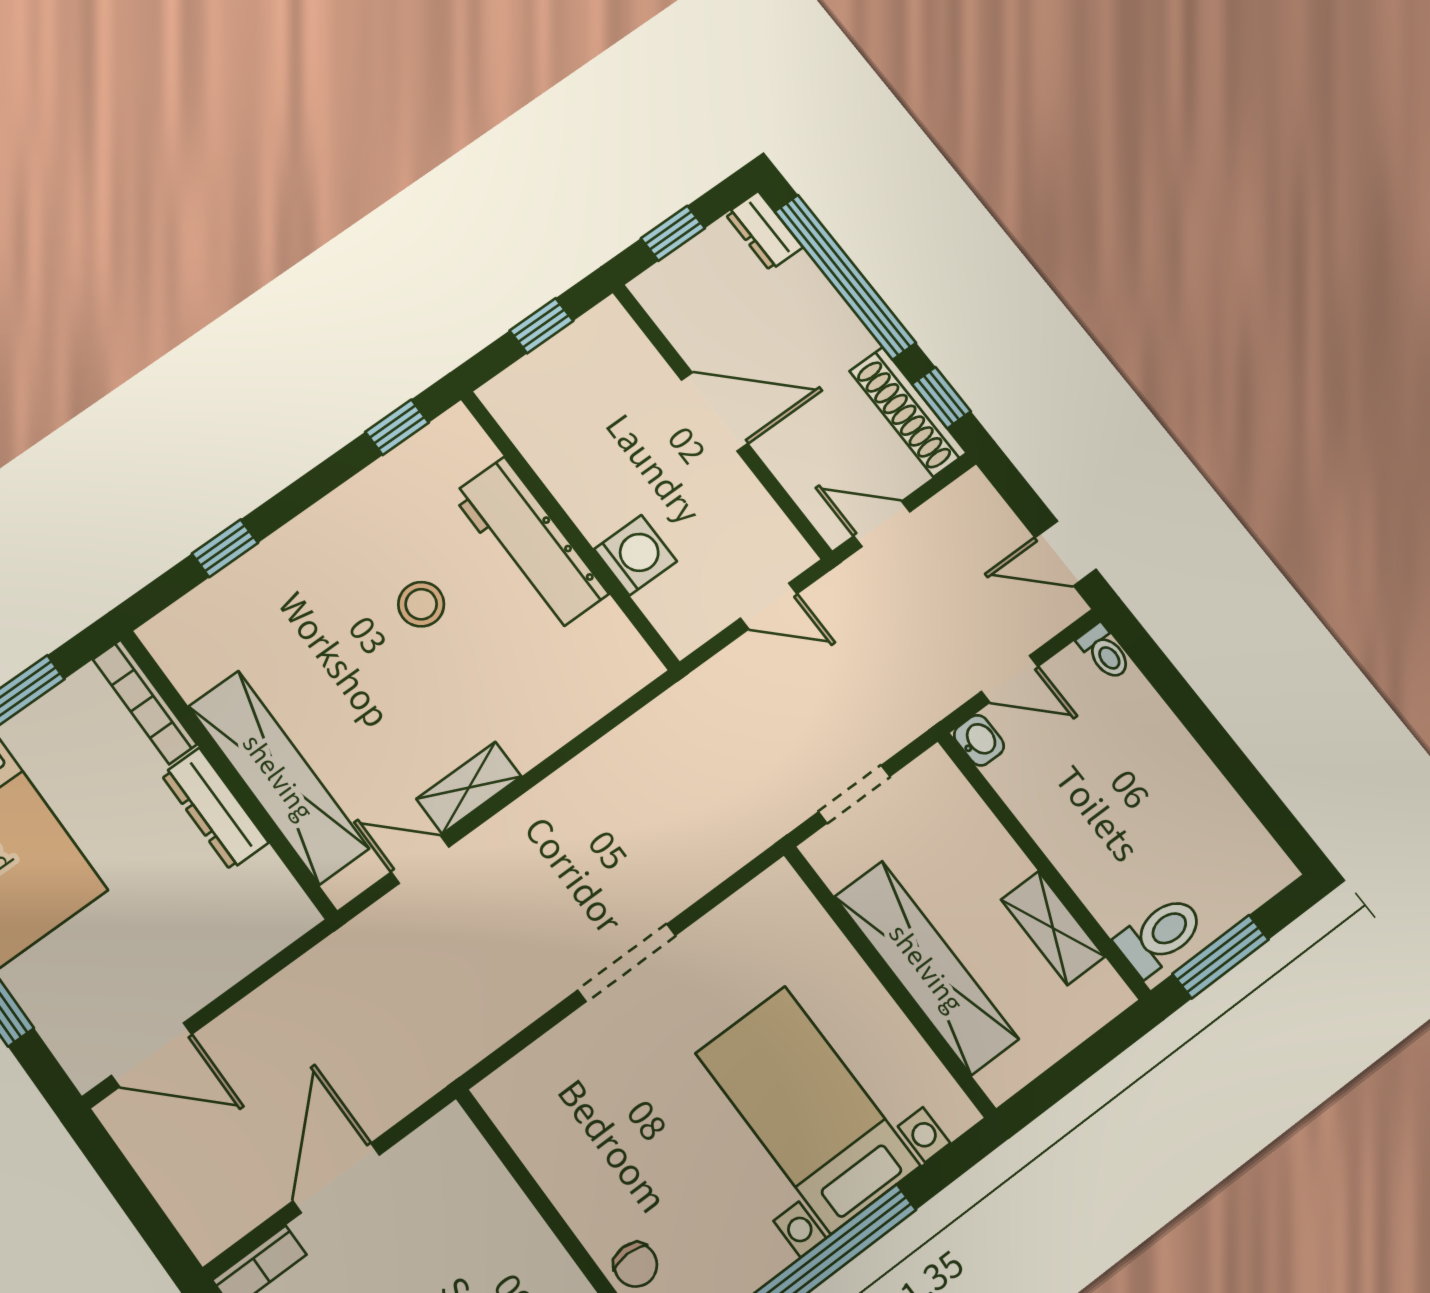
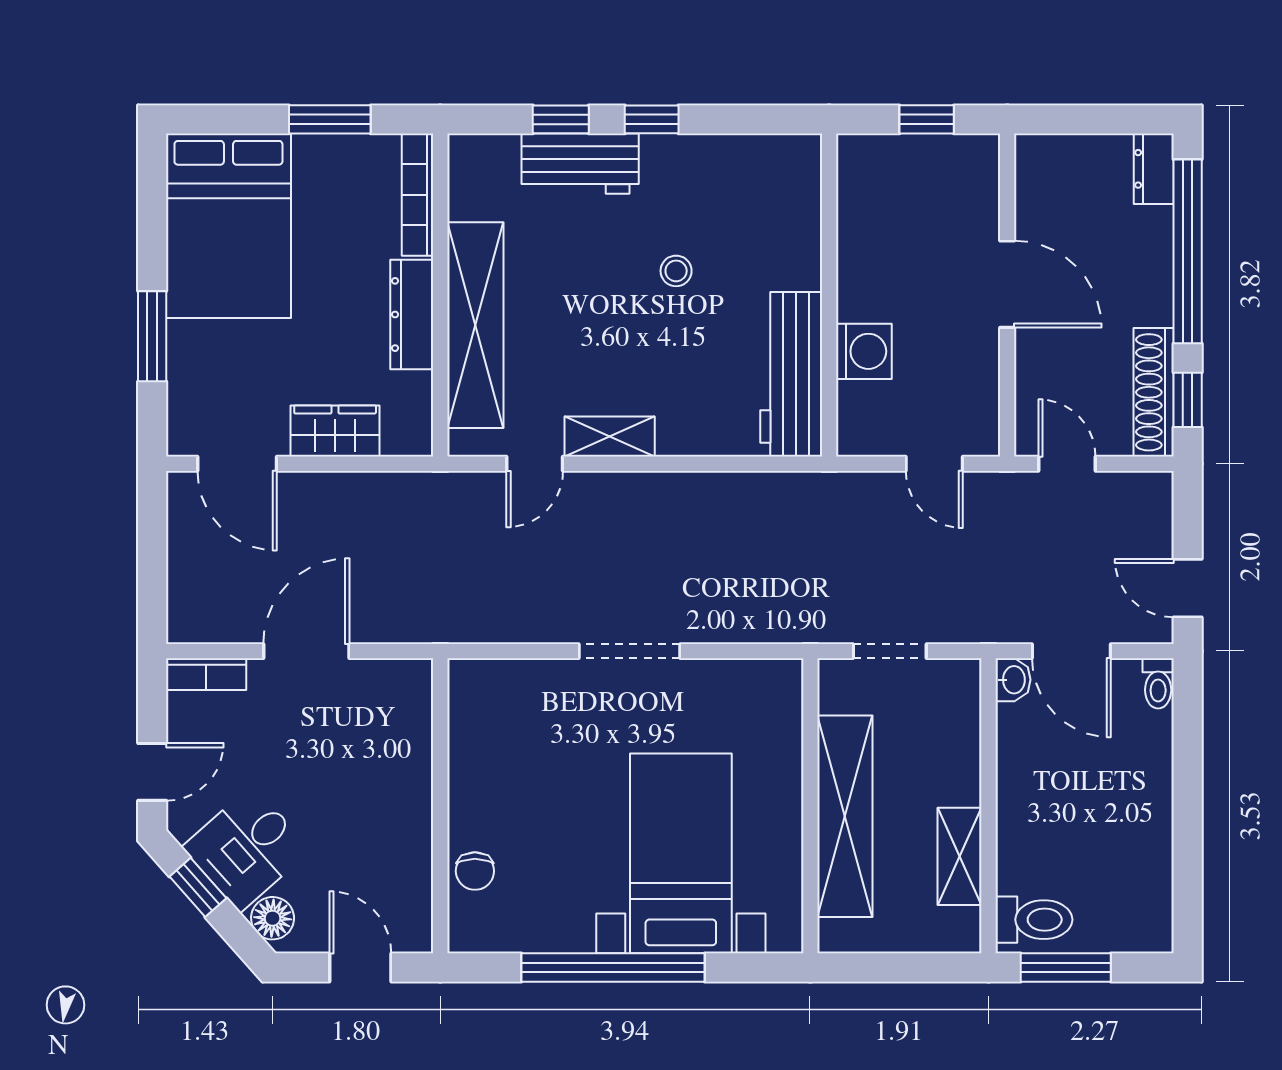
window: (673, 233) -> (1082, 119), removed
window: (397, 427) -> (652, 119), moved
workbench: (530, 544) -> (791, 374), moved
workbench: (270, 573) -> (580, 164), added
stool: (421, 604) -> (676, 271), width x0.73, depth x0.73
door: (1010, 679) -> (1071, 651), width x1.38
door: (420, 860) -> (535, 464), swing flipped
wardrobe: (220, 961) -> (335, 431), added

